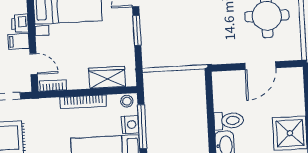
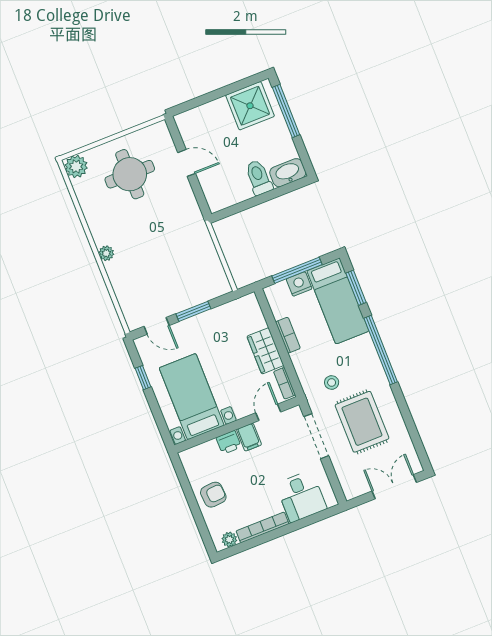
door: (260, 66) -> (187, 163), width x0.73
wardrobe: (107, 77) -> (265, 351), moved
stool: (127, 101) -> (332, 382), moved
bookcase: (83, 102) -> (288, 335), width x0.64

